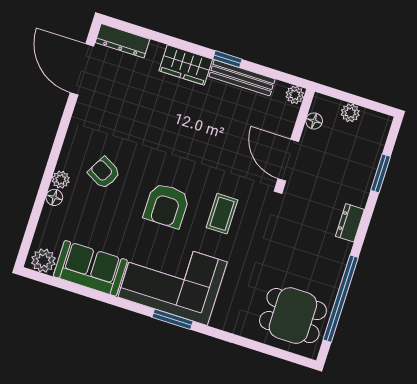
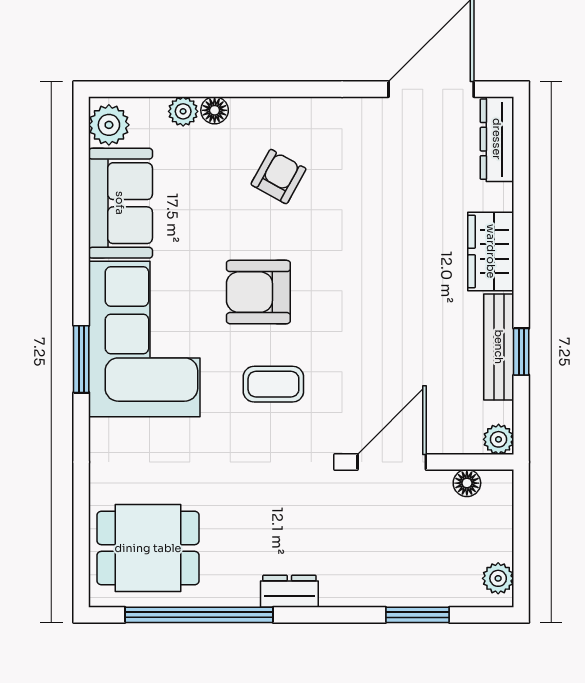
window: (227, 59) -> (521, 352), moved
plant: (350, 113) -> (498, 578), moved
plant: (61, 180) -> (183, 111), moved
dresser: (350, 223) -> (289, 591), moved
dining table: (293, 316) -> (148, 548), turned 90

